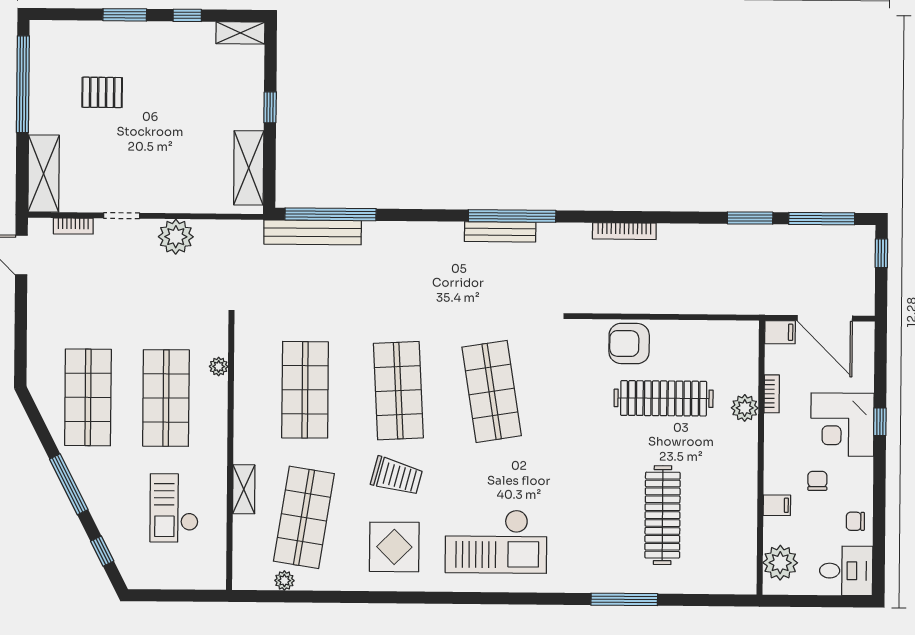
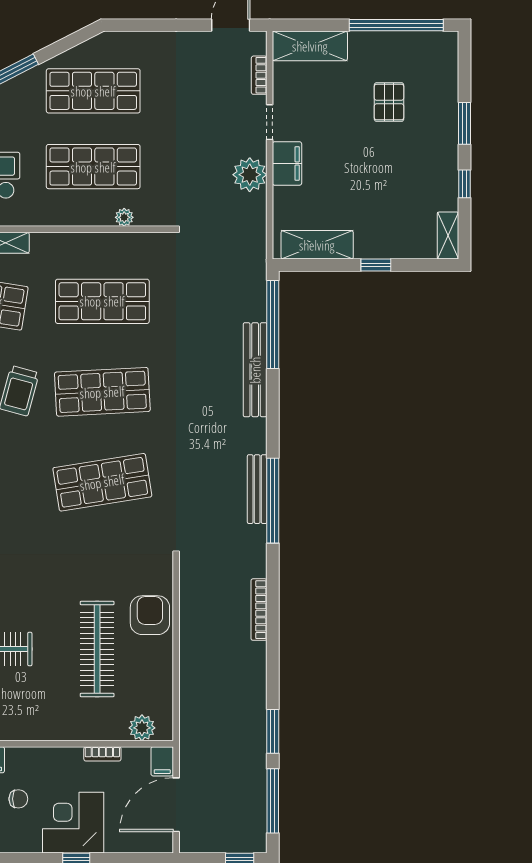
filing cabinet: (165, 198) -> (287, 163), added
bench: (313, 232) -> (255, 370), moved
plant: (745, 408) -> (142, 728), moved

